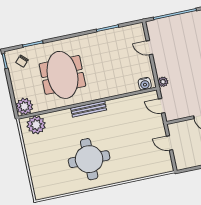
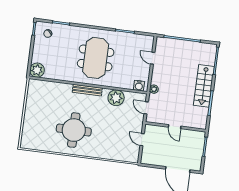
meeting table: (62, 75) -> (96, 58), moved
plant: (36, 125) -> (116, 98), moved

